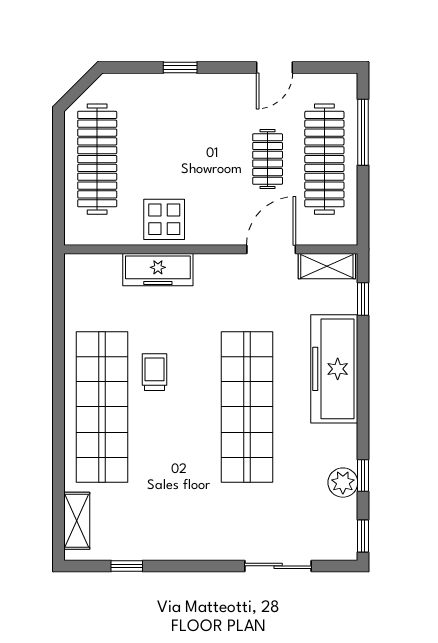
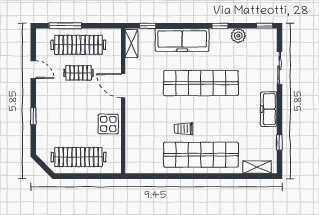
door: (271, 249) -> (123, 86), moved
freezer: (158, 270) -> (269, 109), moved, turned 180
window: (363, 476) -> (220, 26), moved

